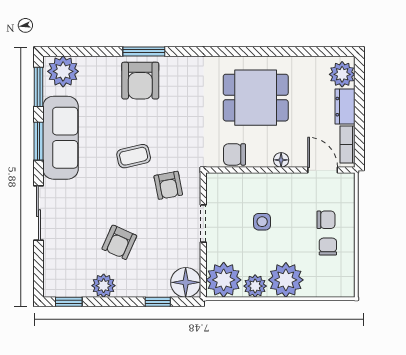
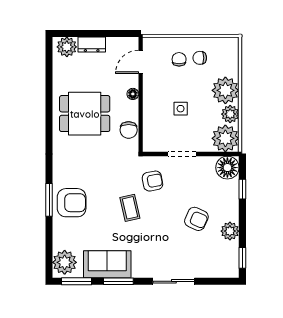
dining table: (256, 98) -> (85, 114), turned 90
sofa: (61, 138) -> (107, 264), width x0.73
bookcase: (348, 144) -> (121, 43), removed

